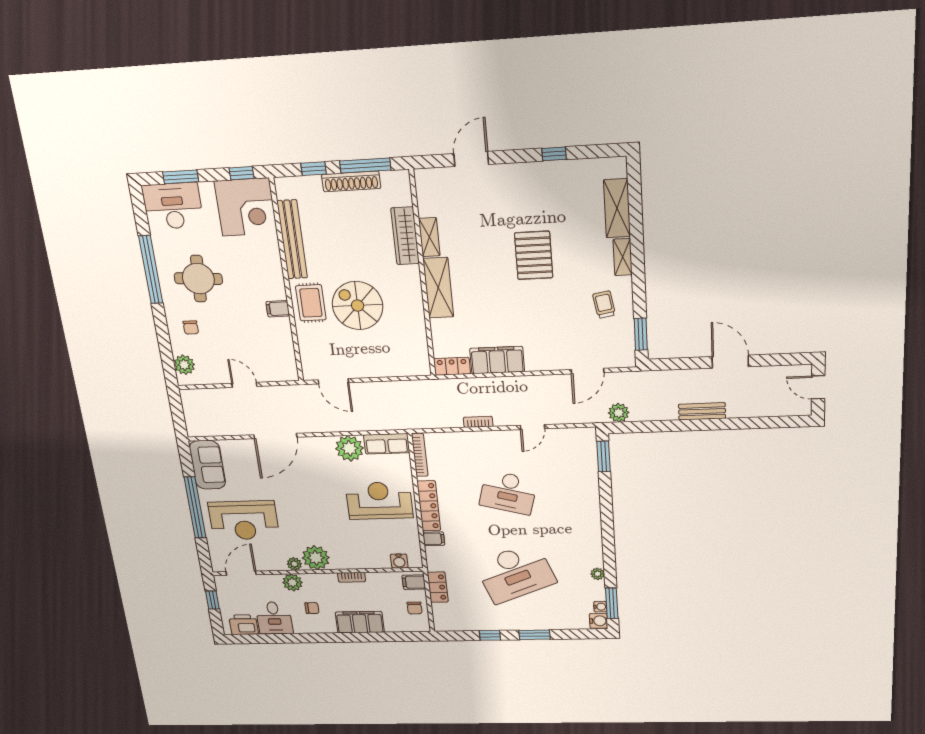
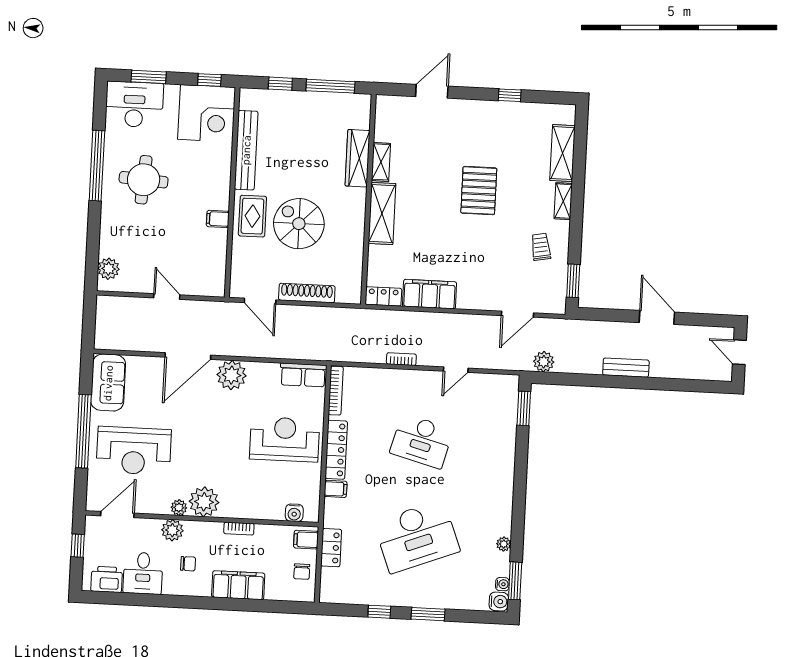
shoe rack: (351, 181) -> (307, 293), moved, turned 180
chair: (191, 327) -> (124, 230), removed
plant: (349, 448) -> (232, 375), moved

